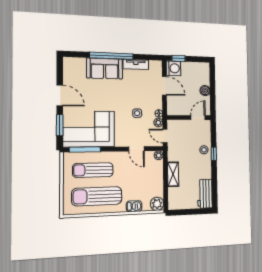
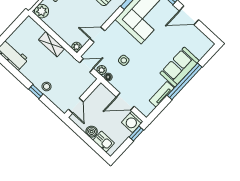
kitchen sink: (204, 76) -> (104, 142), added

